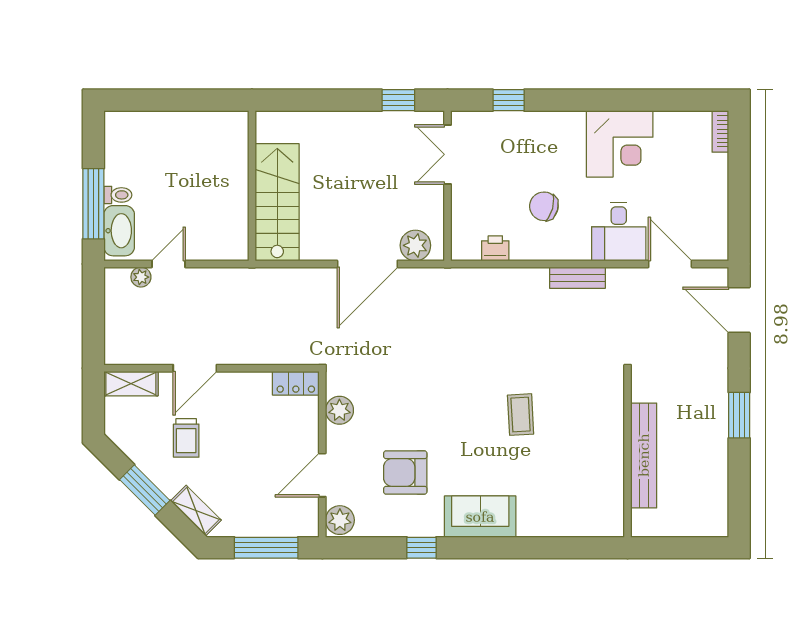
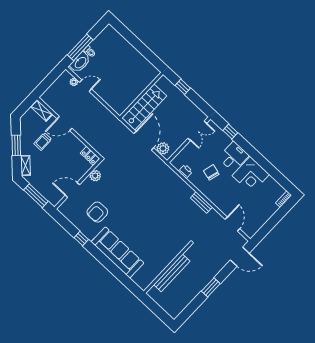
window: (398, 100) -> (183, 87), moved
double door: (448, 154) -> (197, 131), swing flipped
wall: (252, 186) -> (141, 95), moved
stairs: (277, 202) -> (144, 107), moved
desk: (619, 231) -> (233, 157), moved, turned 180
door: (367, 264) -> (144, 141), swing flipped
door: (739, 310) -> (240, 257), swing flipped
coffee table: (521, 415) -> (147, 227), removed
armchair: (405, 472) -> (97, 212), turned -90
sofa: (480, 517) -> (118, 252), width x1.85, depth x1.27
plant: (340, 520) -> (65, 208), removed

